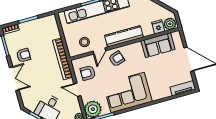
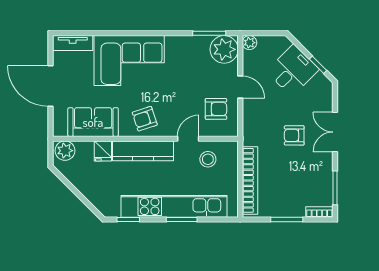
fridge: (158, 27) -> (103, 151), moved
armchair: (23, 55) -> (294, 135), moved
bookcase: (63, 59) -> (250, 180), moved
armchair: (117, 59) -> (145, 119), moved
corner sofa: (128, 93) -> (129, 60), moved

